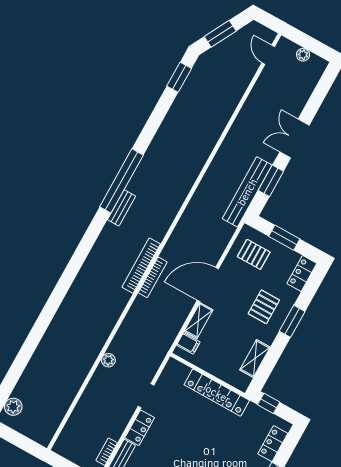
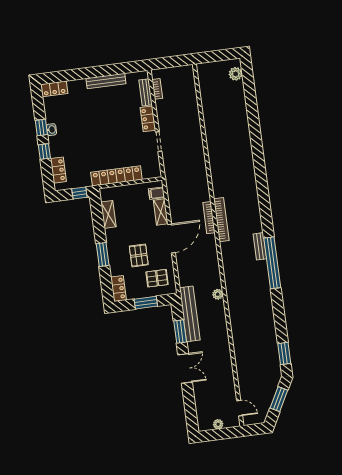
pallet: (264, 307) -> (139, 255), moved
plant: (108, 360) -> (218, 294), moved

